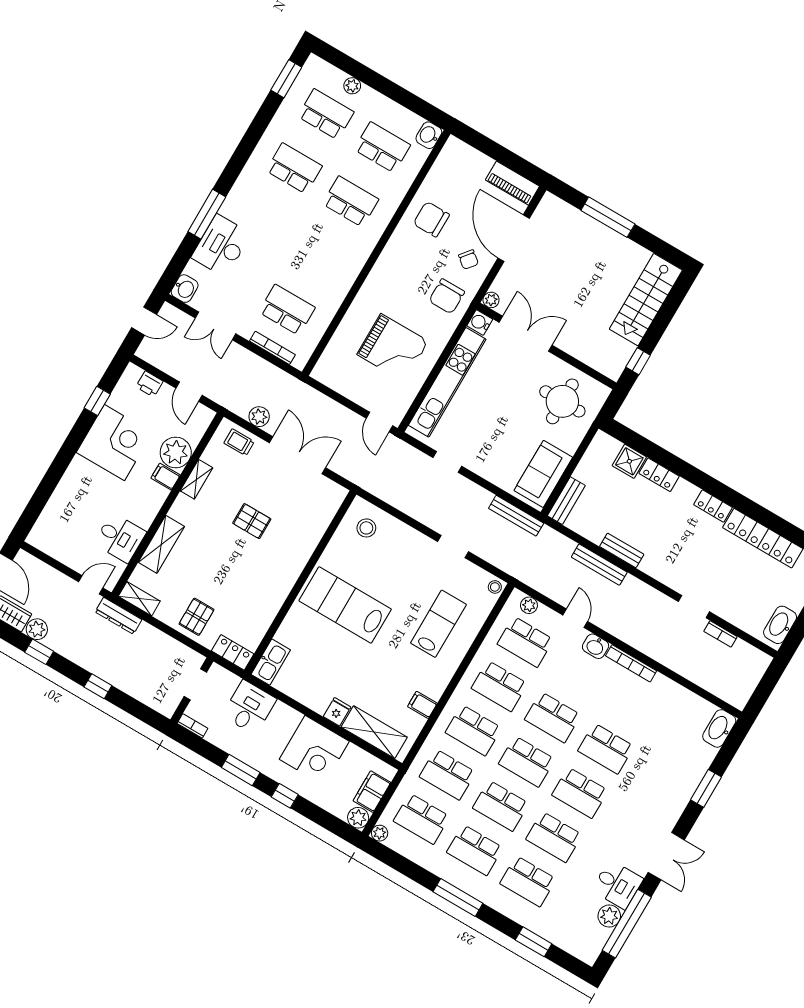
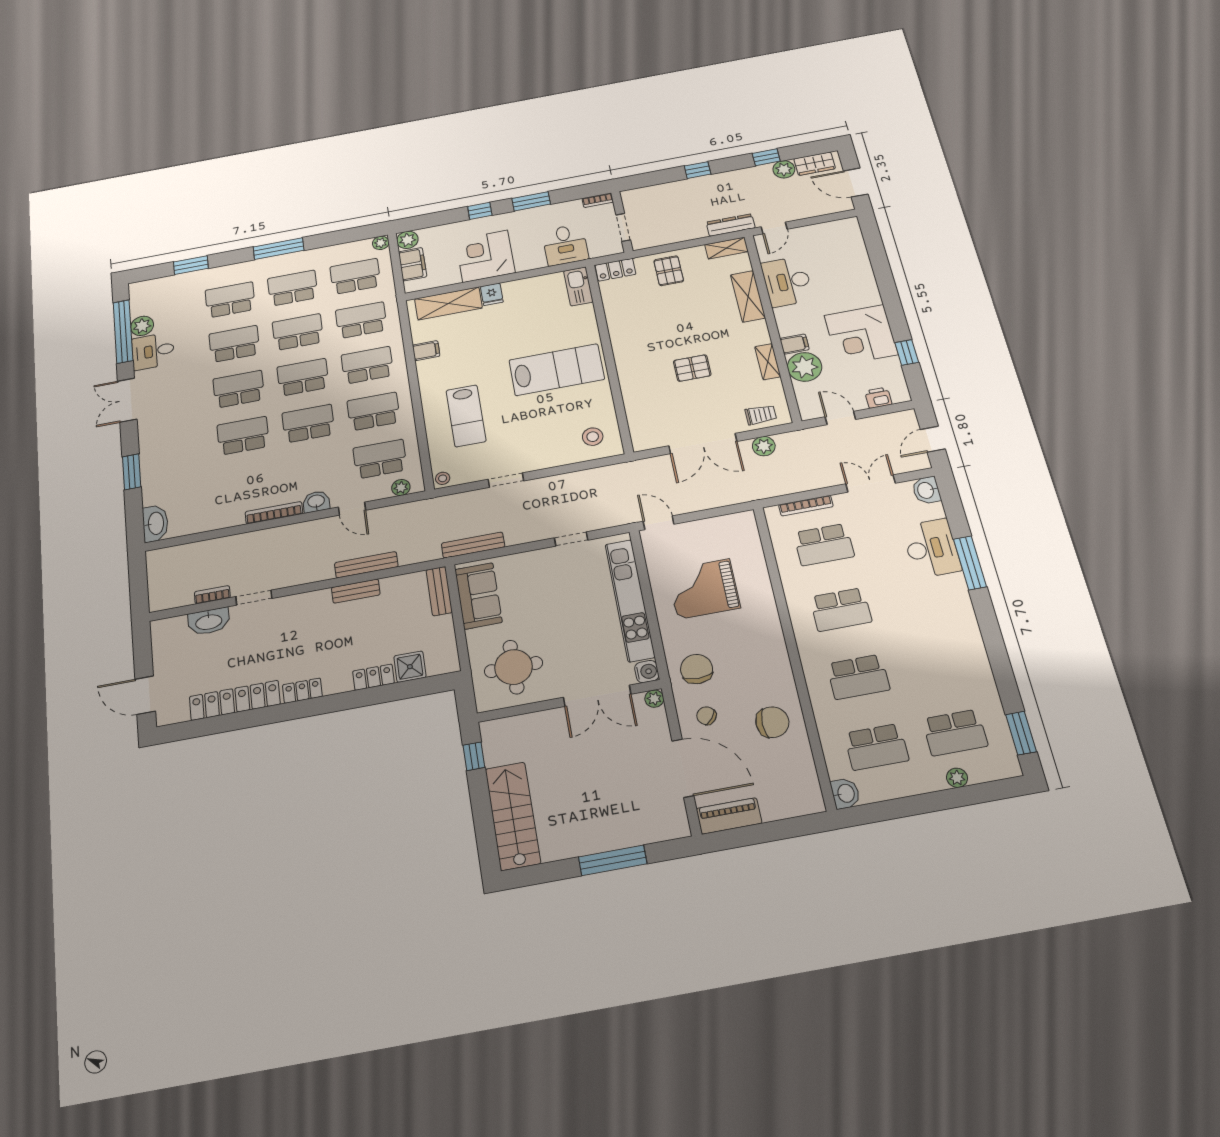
school desk: (294, 168) -> (841, 609), moved
desk: (120, 538) -> (787, 282), width x1.37
washbasin: (780, 625) -> (209, 621), moved, turned 90

